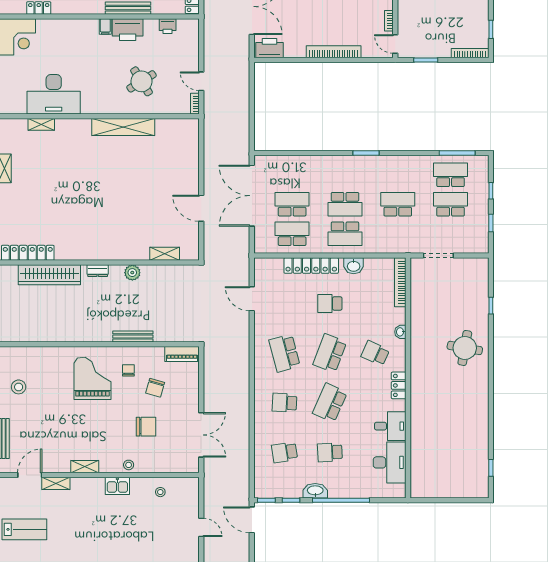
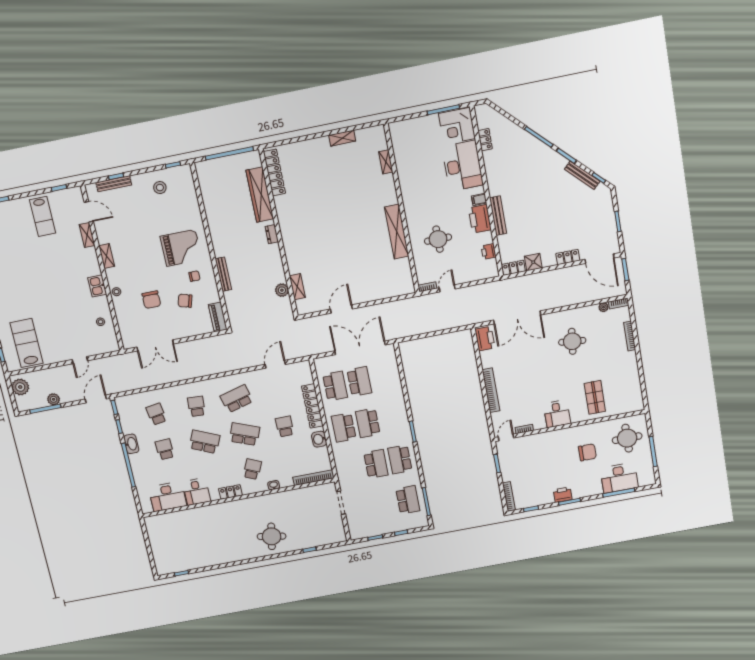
round table: (142, 81) -> (438, 239), turned 32
desk: (54, 94) -> (463, 166), moved, turned 180
school desk: (451, 204) -> (400, 459), moved, turned 180
plant: (132, 273) -> (282, 290), moved

